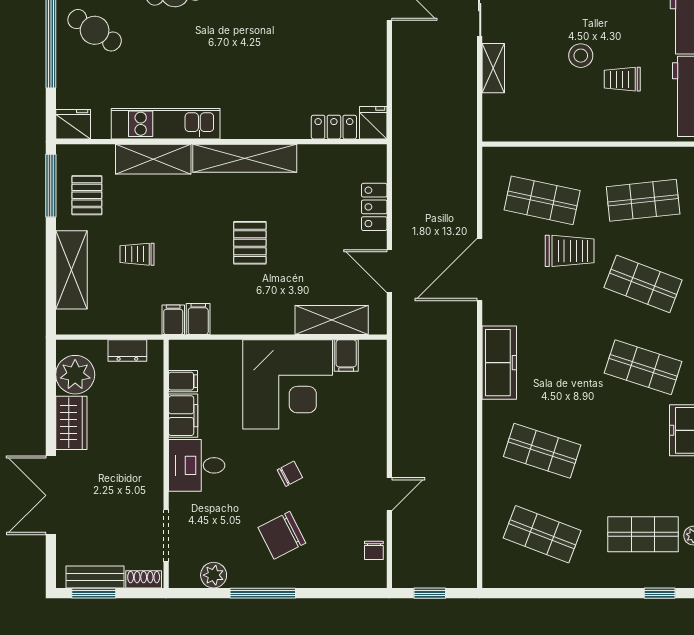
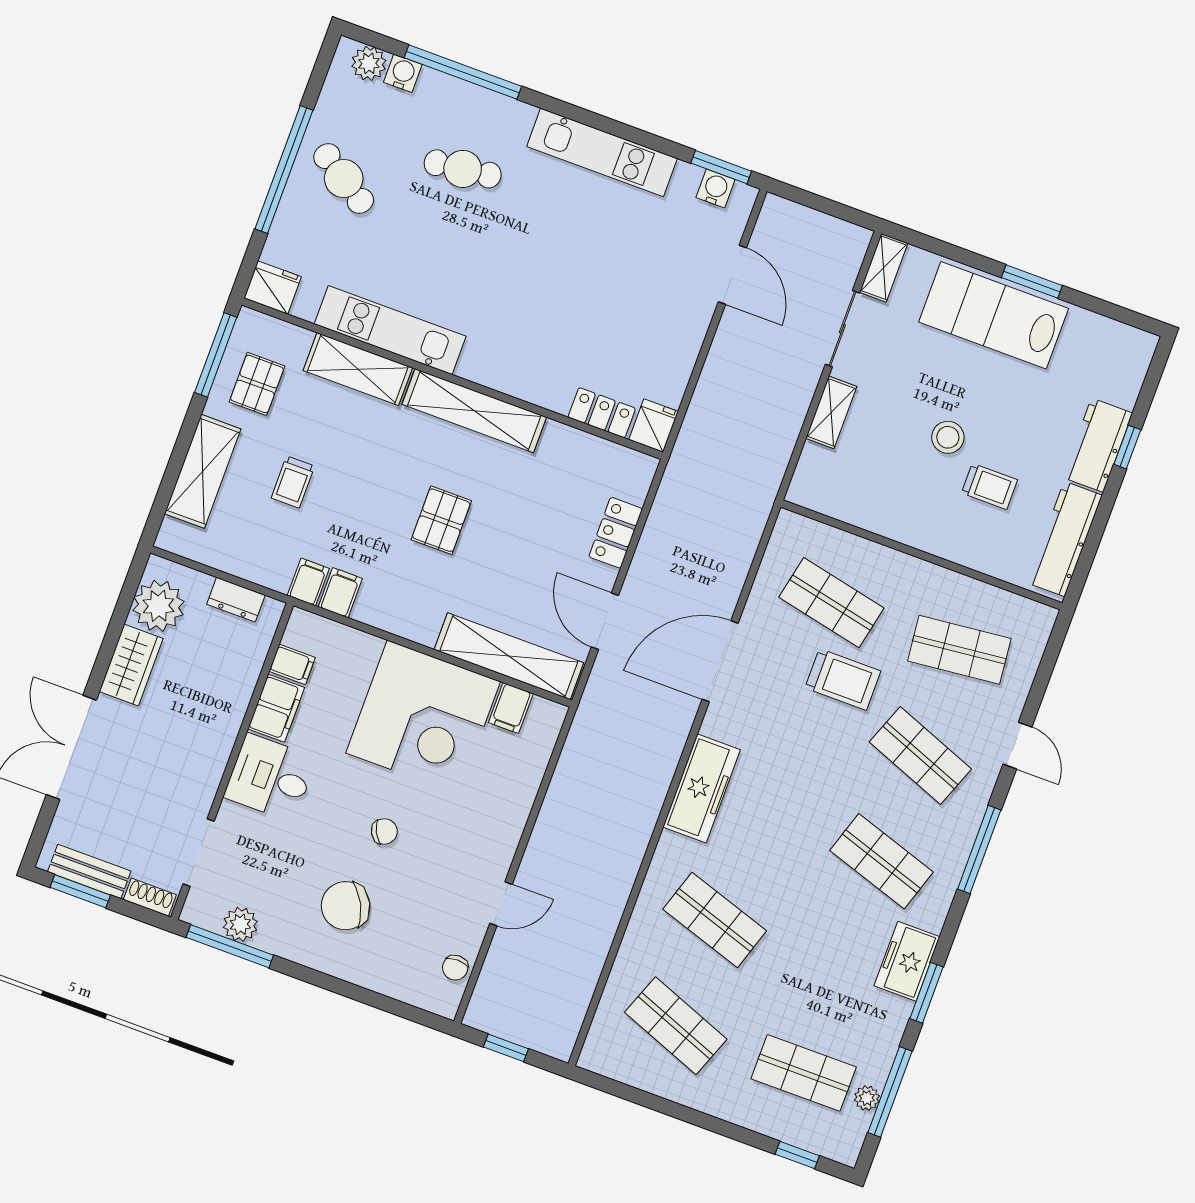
trolley: (622, 79) -> (989, 486), turned 180
trolley: (137, 254) -> (293, 482), turned -90
shelving: (332, 320) -> (509, 656), width x1.47
window: (263, 593) -> (230, 946), moved

